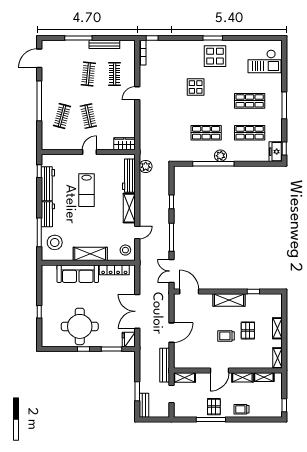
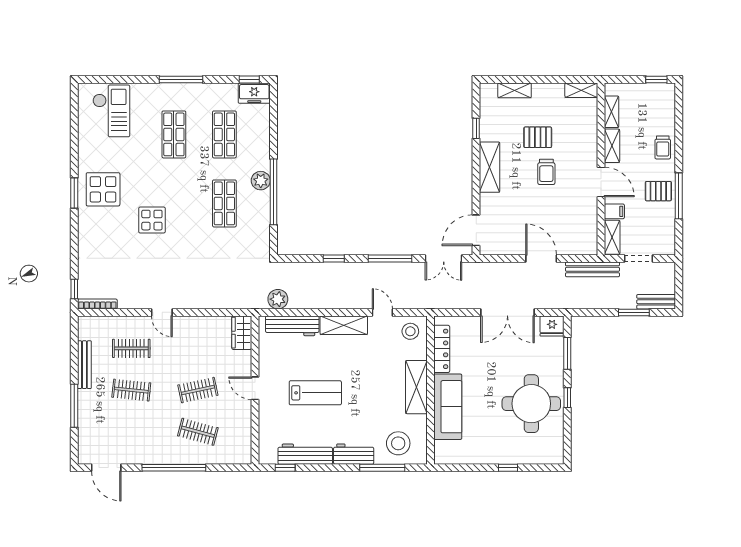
shelving: (277, 328) -> (515, 90), moved
filing cabinet: (201, 379) -> (614, 211), added

